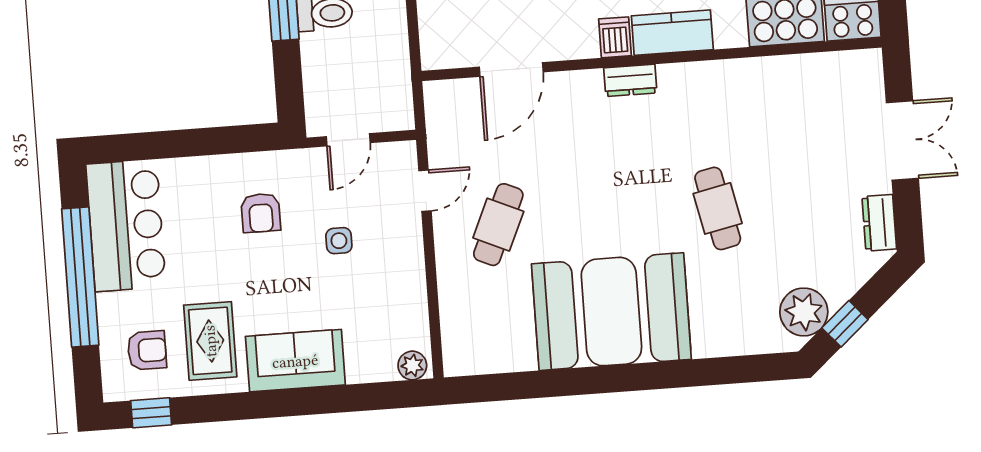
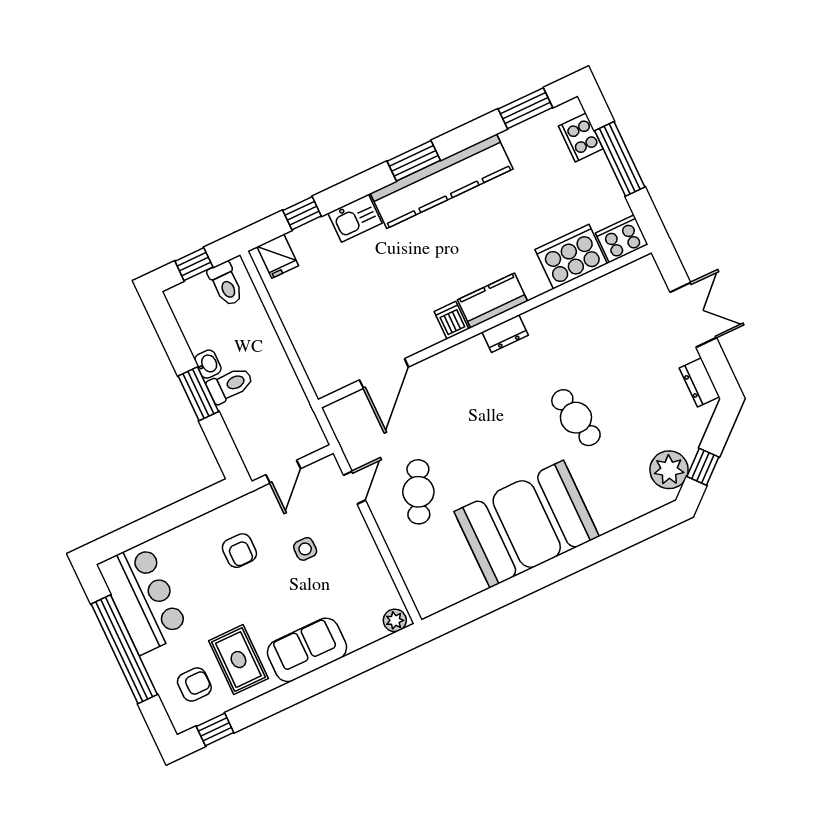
dresser: (630, 80) -> (505, 334), moved

